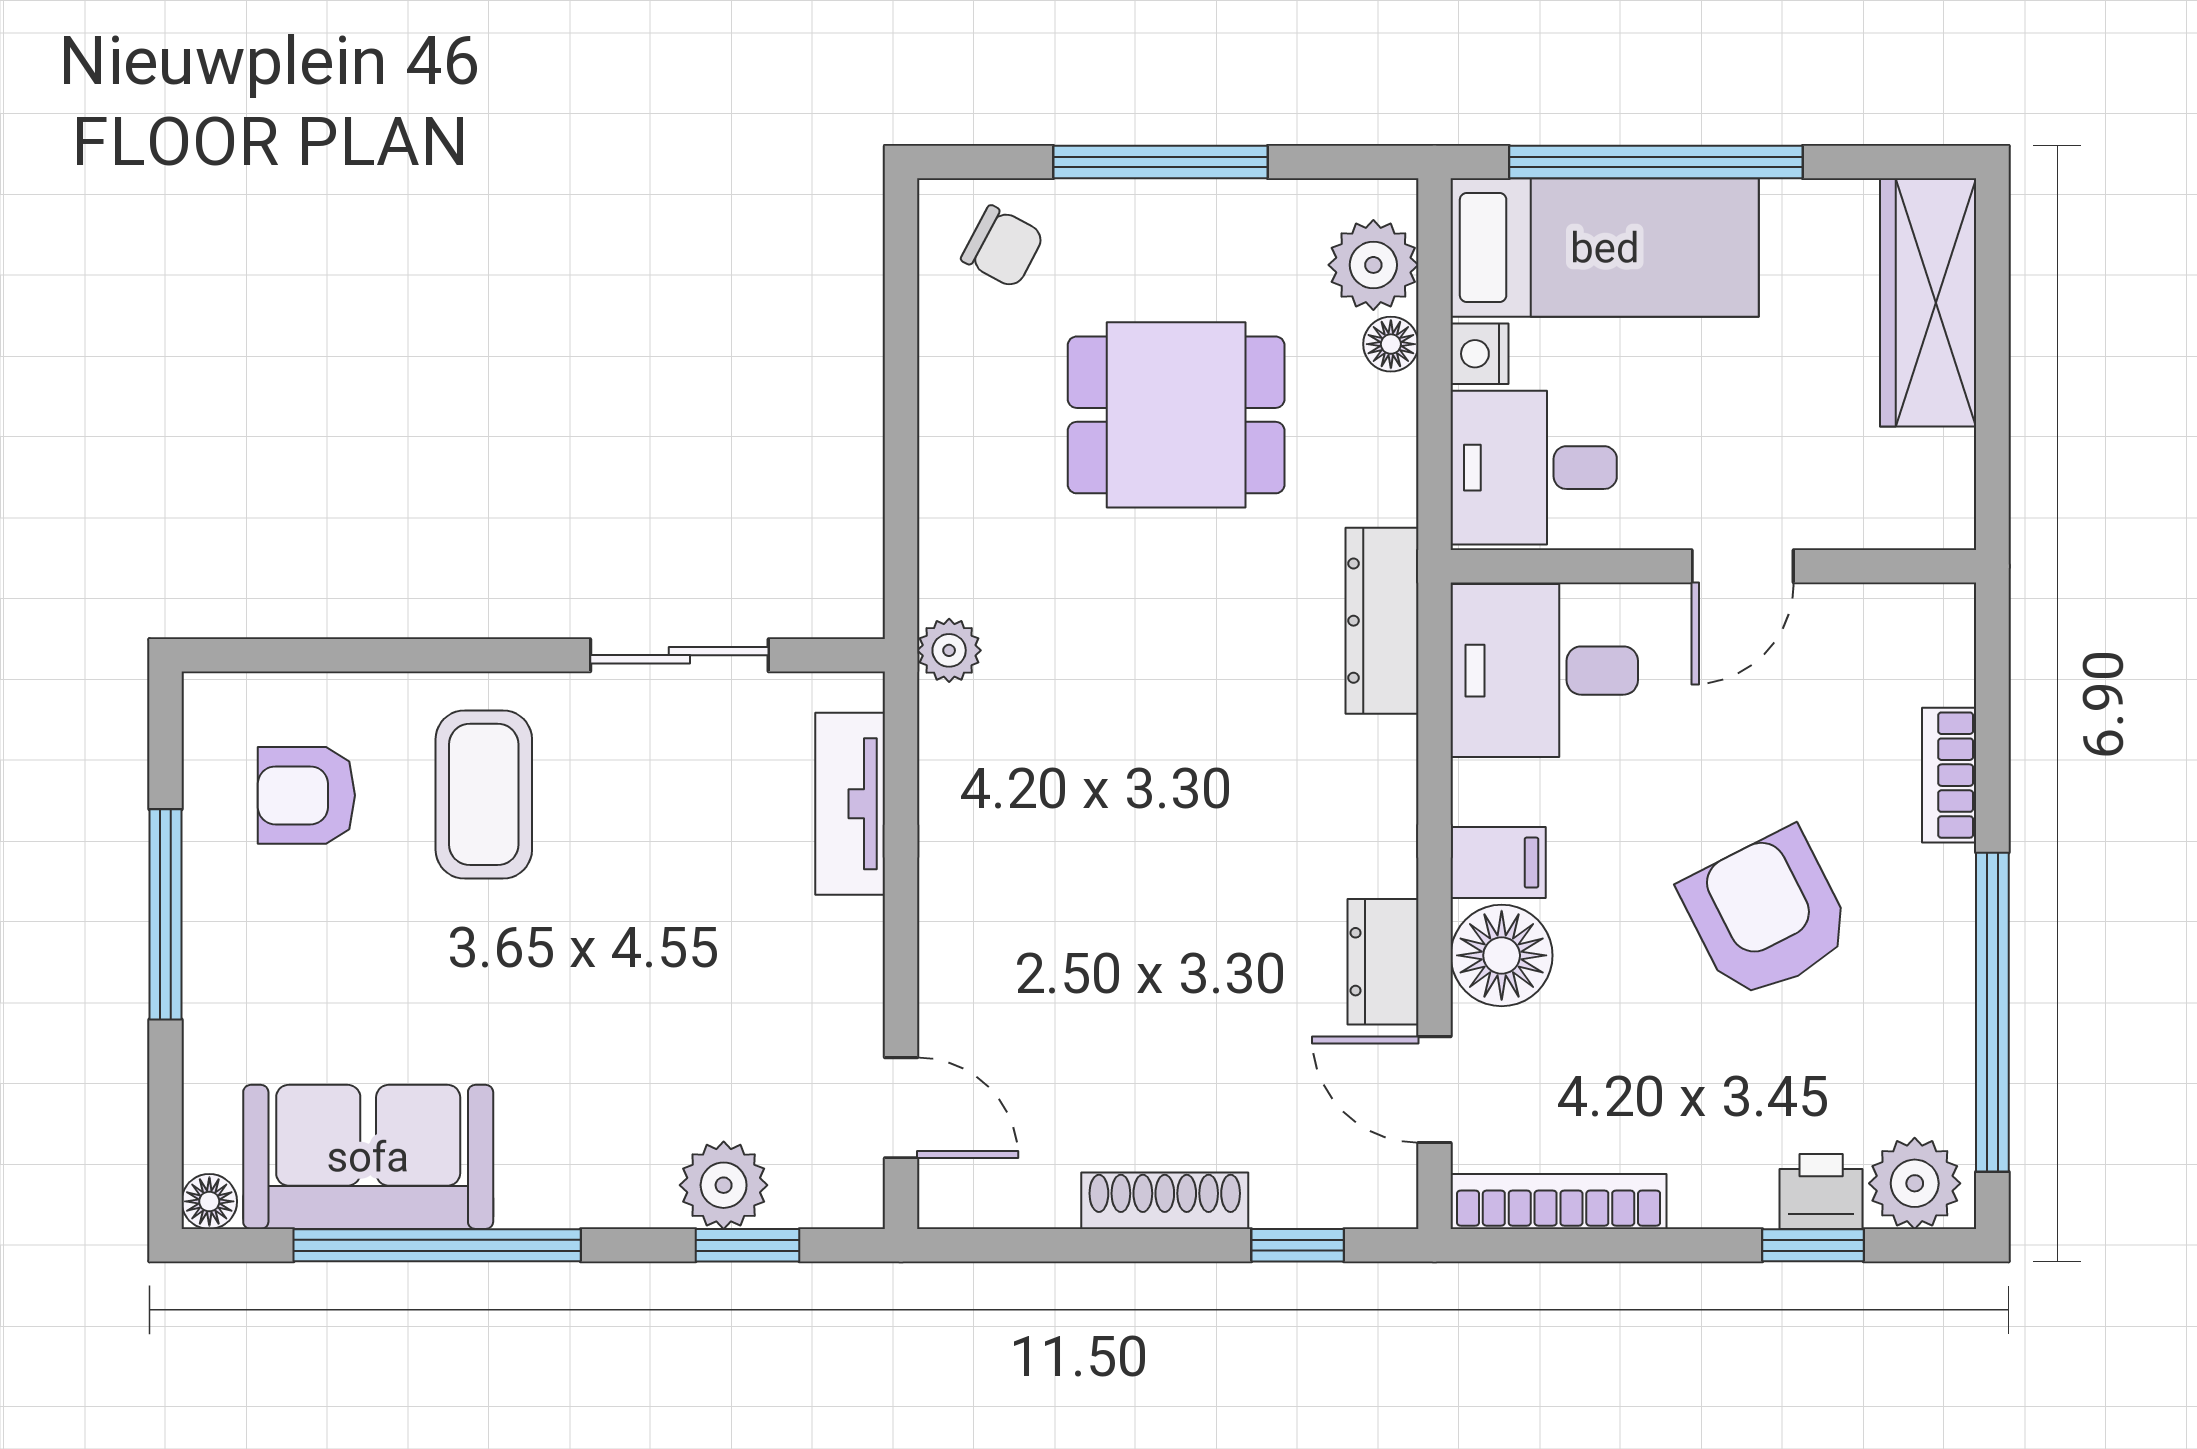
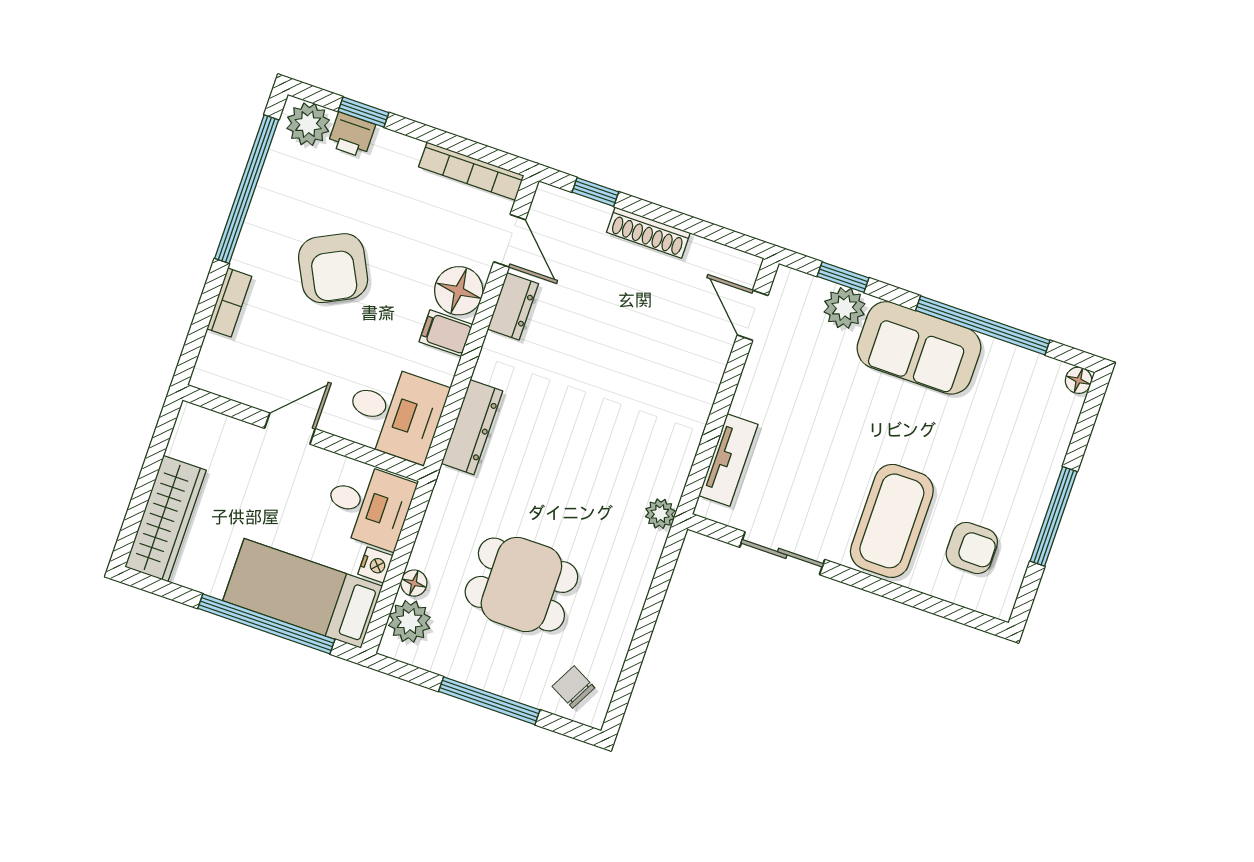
dresser: (1382, 621) -> (472, 427), moved
coffee table: (484, 794) -> (892, 521), width x1.36, depth x1.32
sofa: (368, 1157) -> (919, 348), moved

